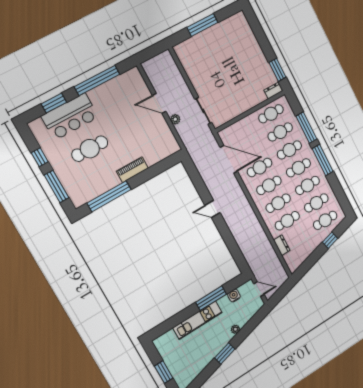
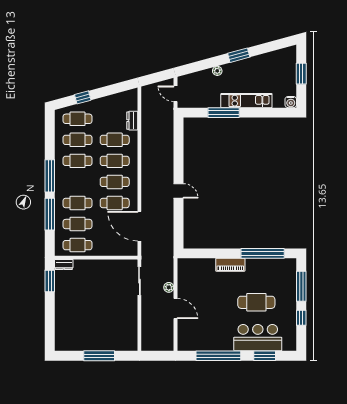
cafe table: (298, 168) -> (78, 182), removed
water cooler: (234, 296) -> (291, 102), moved

